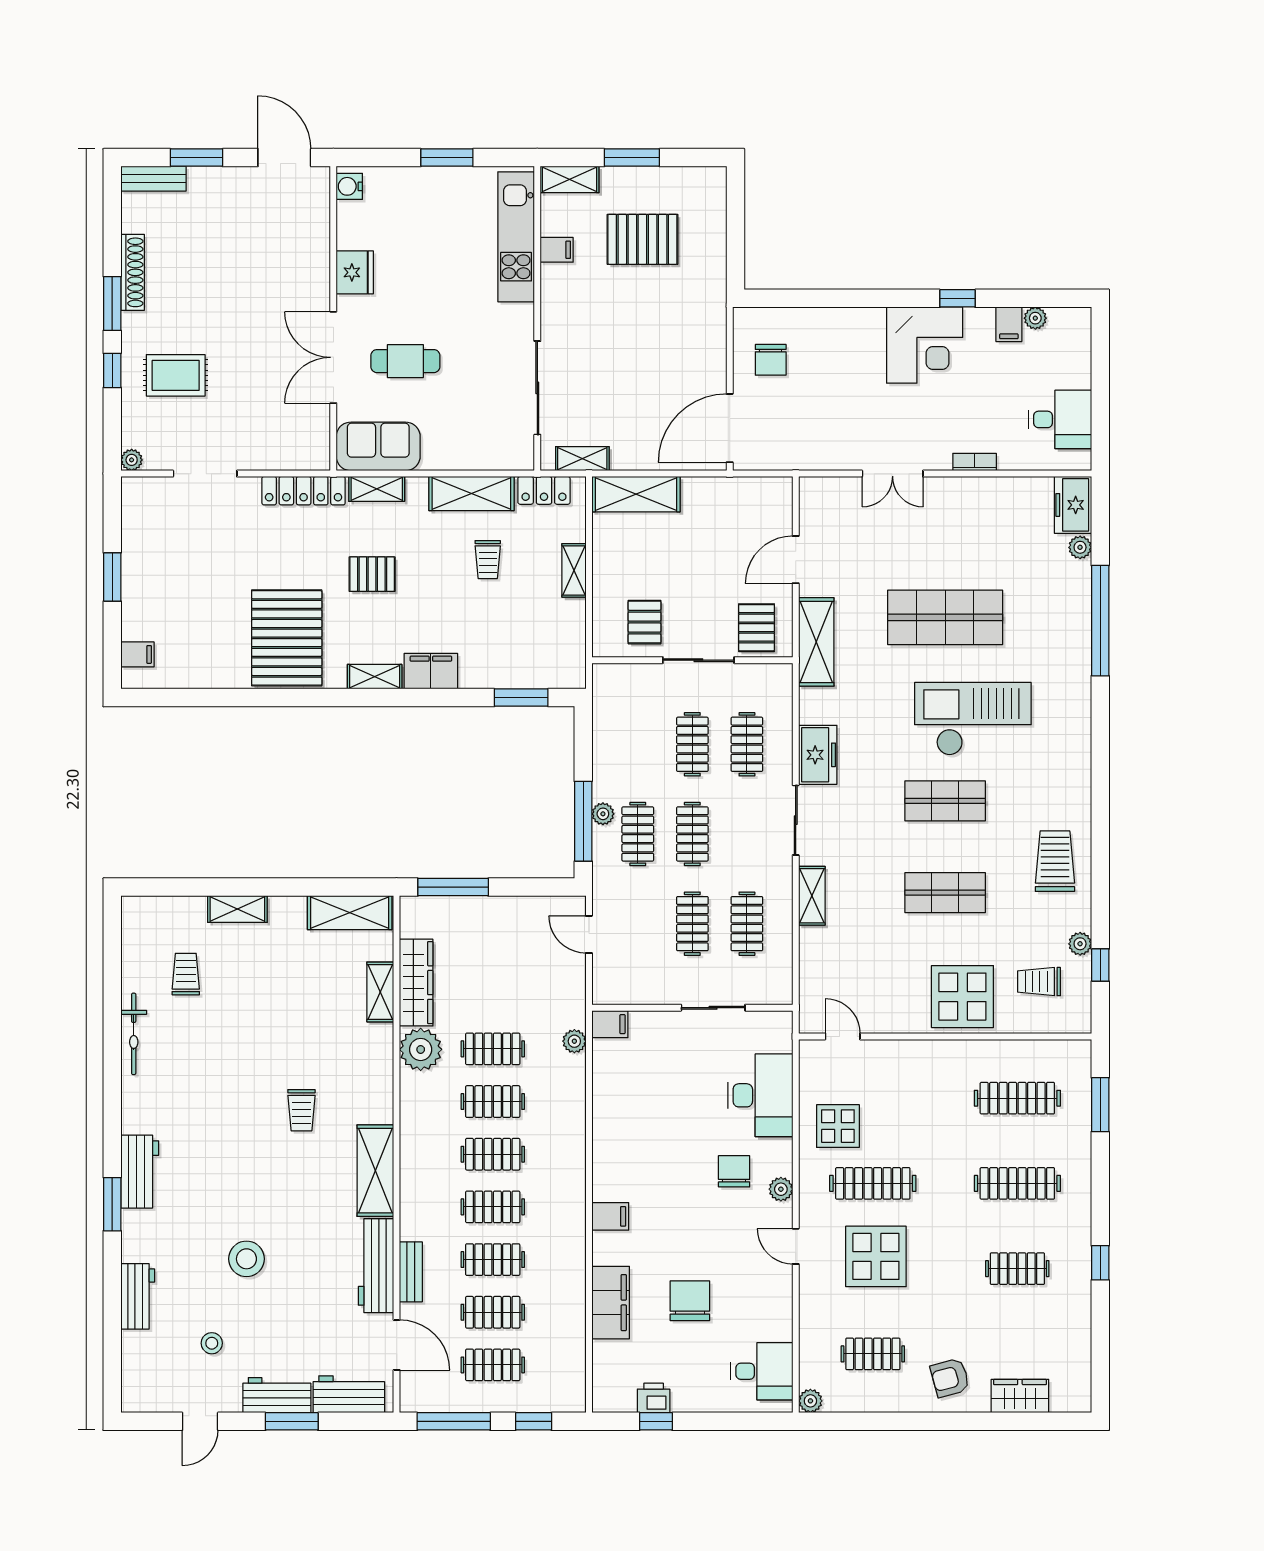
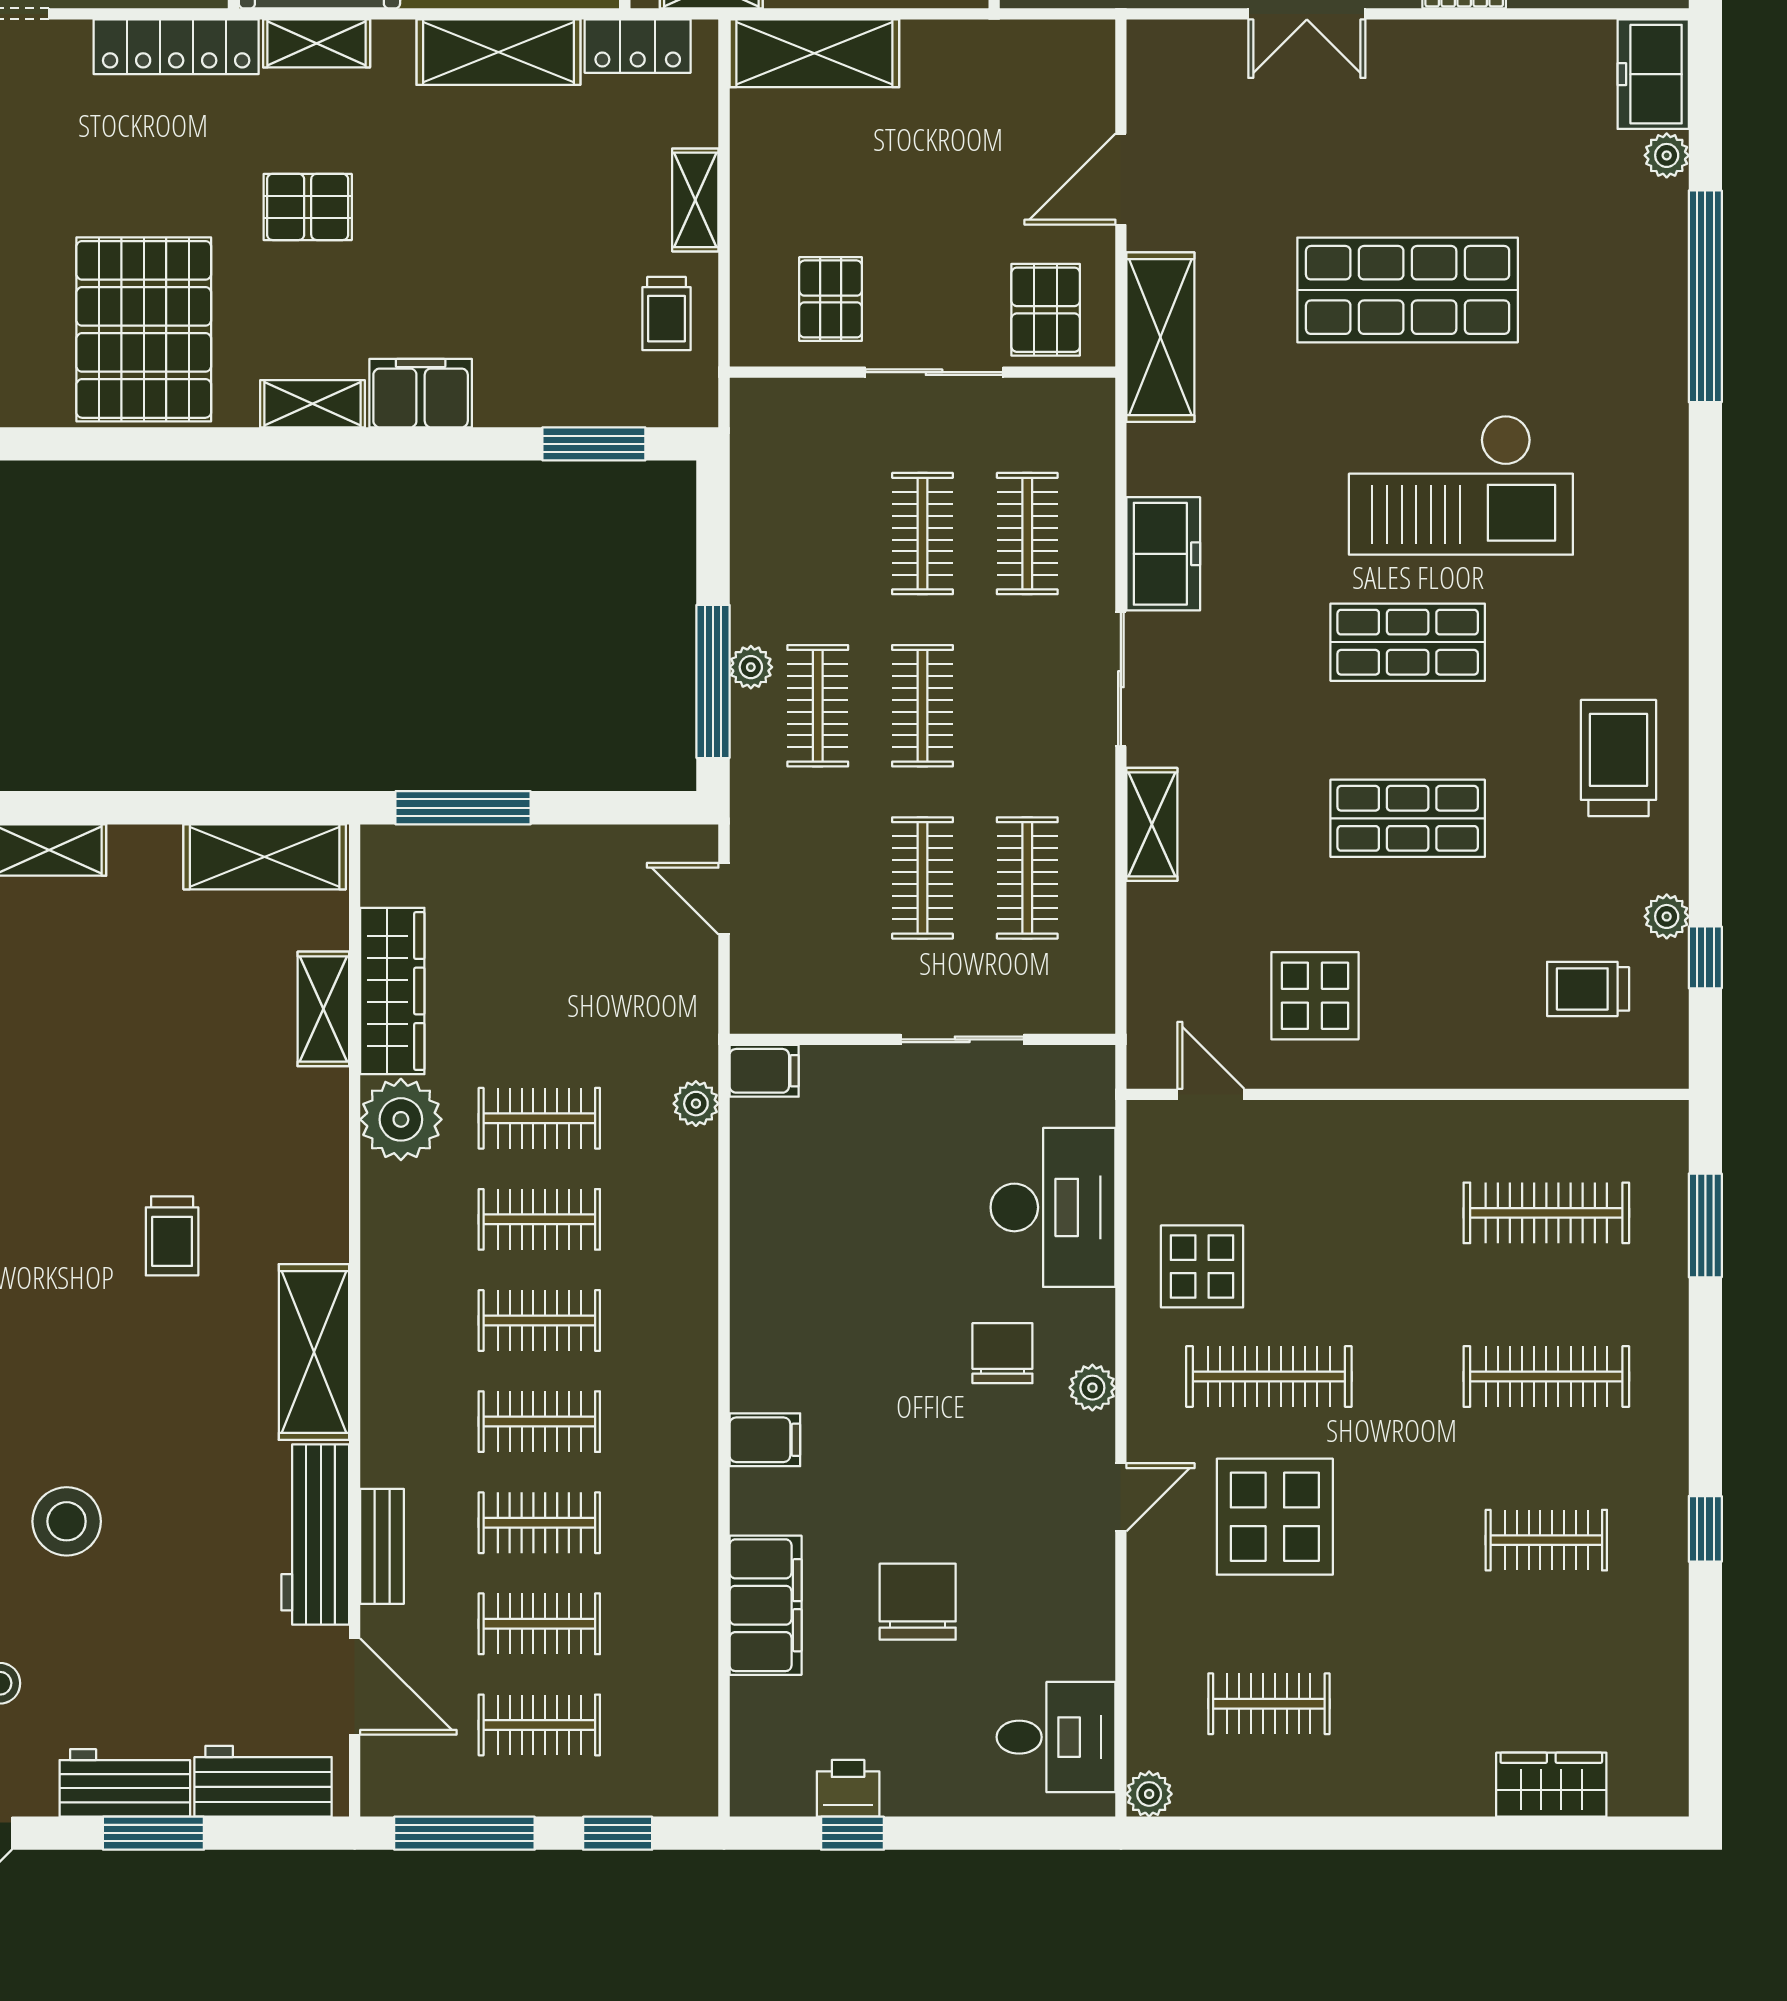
trolley: (488, 560) -> (666, 313), moved
checkout: (973, 719) -> (1461, 485), turned 180
display table: (962, 997) -> (1315, 996), moved, width x0.73, depth x0.73
door: (796, 1246) -> (1121, 1497), swing flipped
armchair: (950, 1378) -> (1417, 1750), removed

